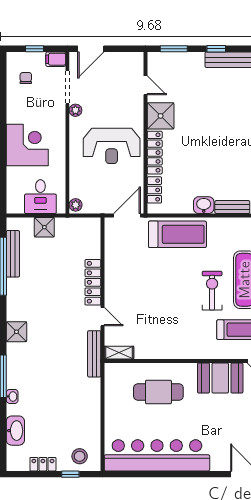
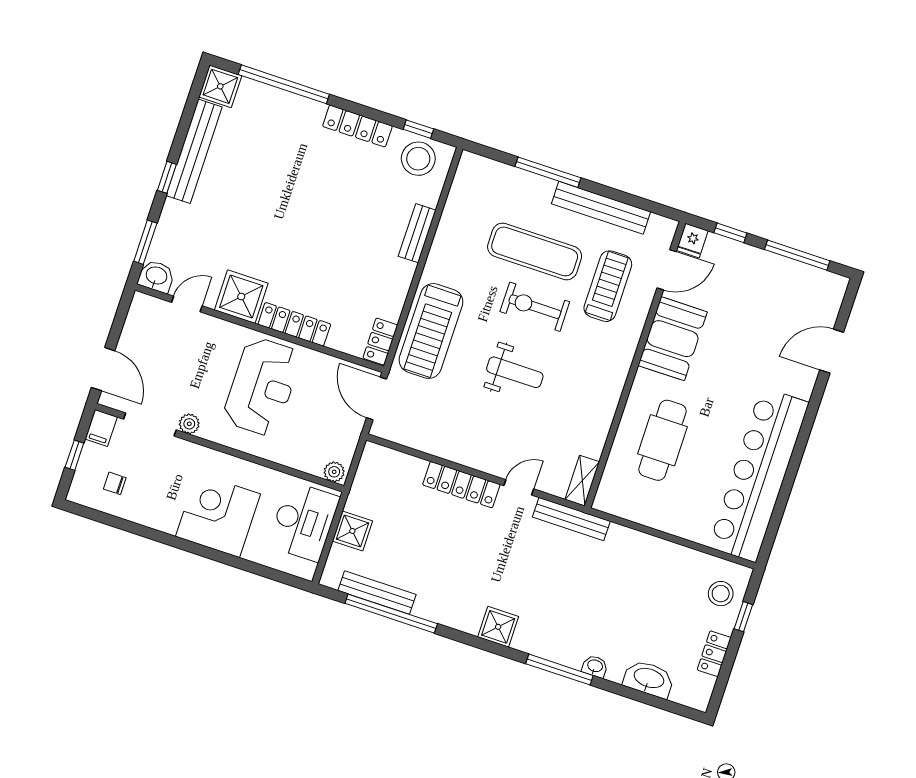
locker: (154, 190) -> (380, 342), moved, turned -90
desk: (40, 197) -> (304, 521), width x1.37
washbasin: (204, 205) -> (156, 276), moved, turned 90
treadmill: (177, 234) -> (431, 331), turned 180
weight bench: (170, 292) -> (515, 372), added

